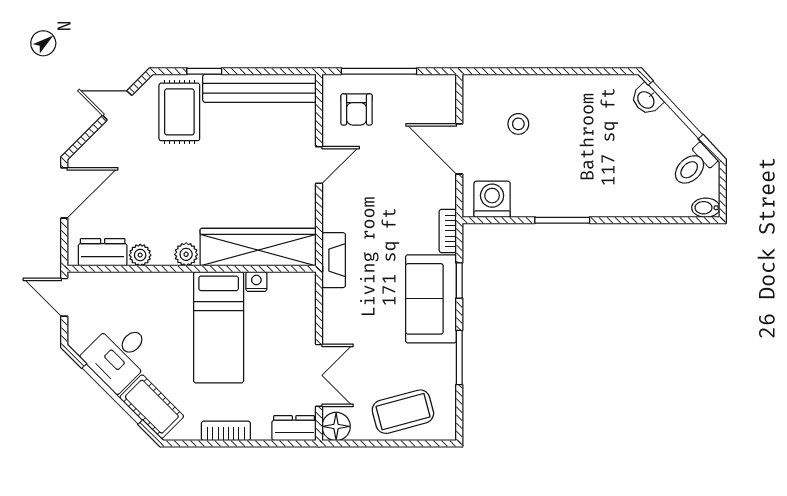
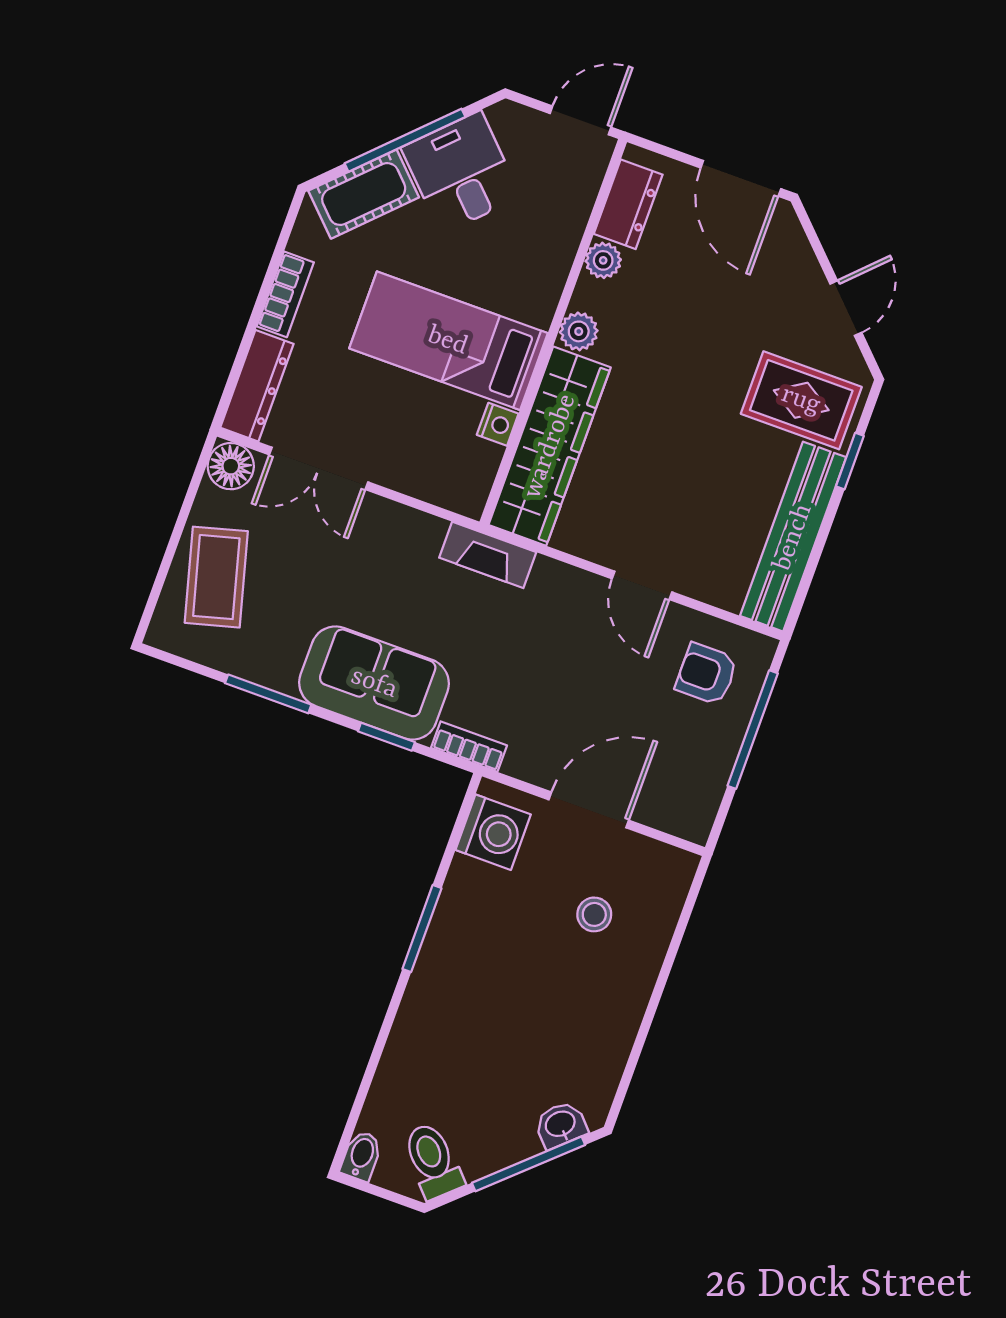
dresser: (294, 428) -> (257, 386), width x1.44

